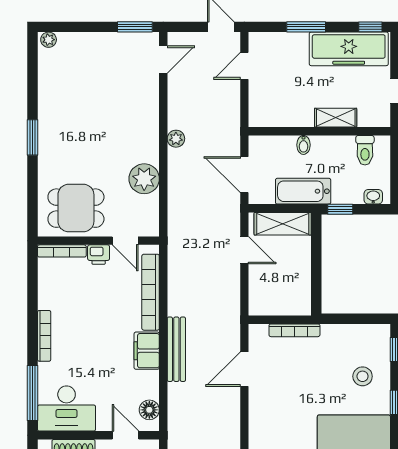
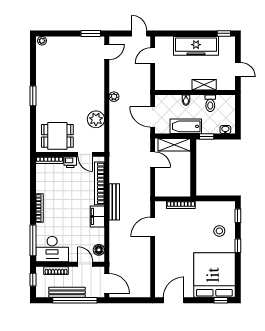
window: (306, 27) -> (187, 33), removed
freezer: (349, 49) -> (196, 46), moved
toilet: (365, 150) -> (210, 103), moved
bench: (176, 349) -> (114, 202), moved

